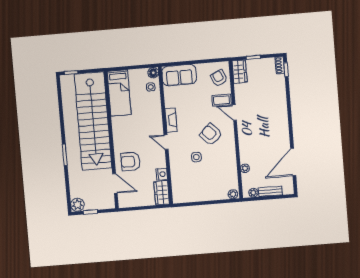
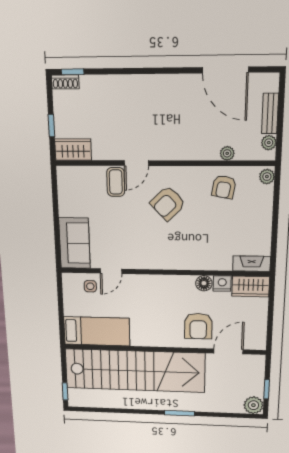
floor lamp: (153, 73) -> (204, 283), moved
armchair: (219, 78) -> (224, 187), moved, turned -56
fireplace: (171, 120) -> (252, 264), moved
door: (166, 142) -> (111, 271), moved
side table: (196, 157) -> (201, 229), removed

